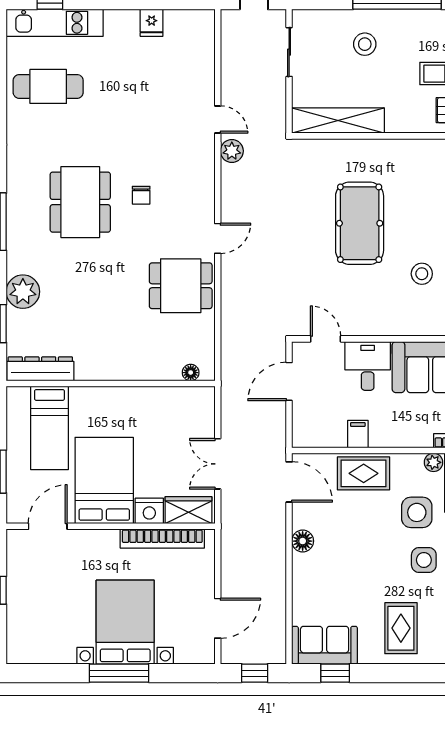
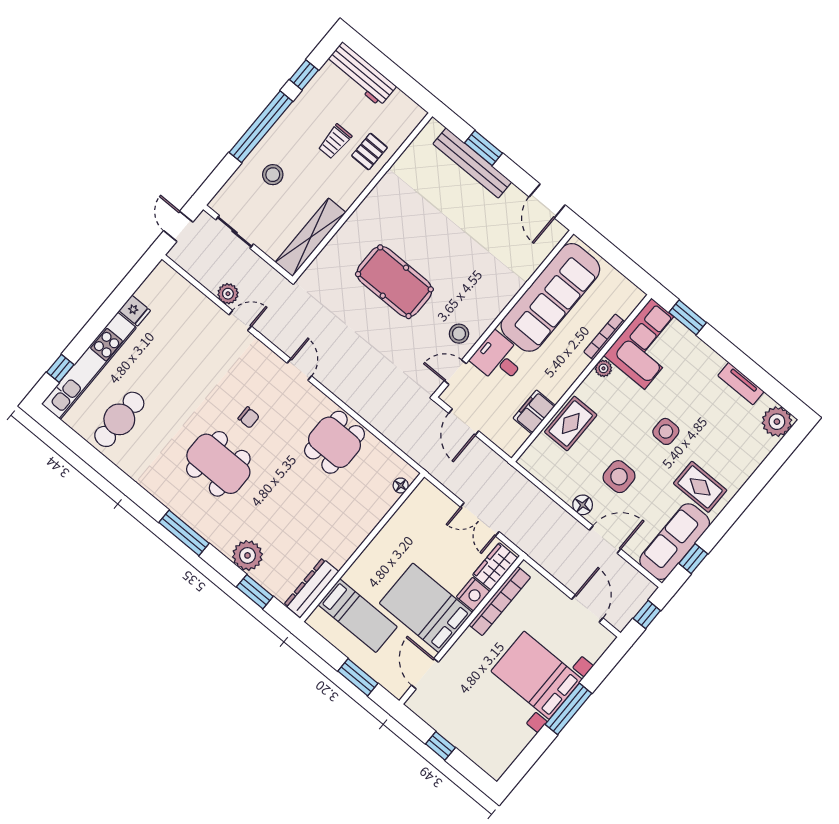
kitchen unit: (55, 23) -> (89, 366), width x1.36
plant: (232, 151) -> (228, 294), moved
door: (218, 238) -> (299, 370), moved
stool: (422, 274) -> (459, 334), moved
filing cabinet: (358, 434) -> (534, 412), width x2.00
door: (289, 482) -> (605, 539), moved
side table: (417, 512) -> (619, 477), moved
sofa: (325, 645) -> (675, 542), width x1.36

